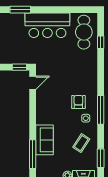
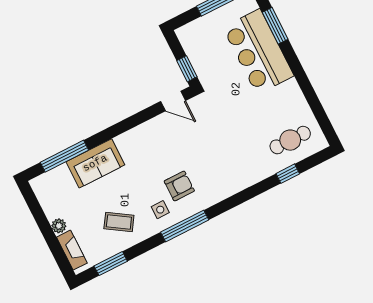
bar counter: (47, 25) -> (258, 52), moved
cafe table: (84, 32) -> (290, 140), width x0.73, depth x0.74

